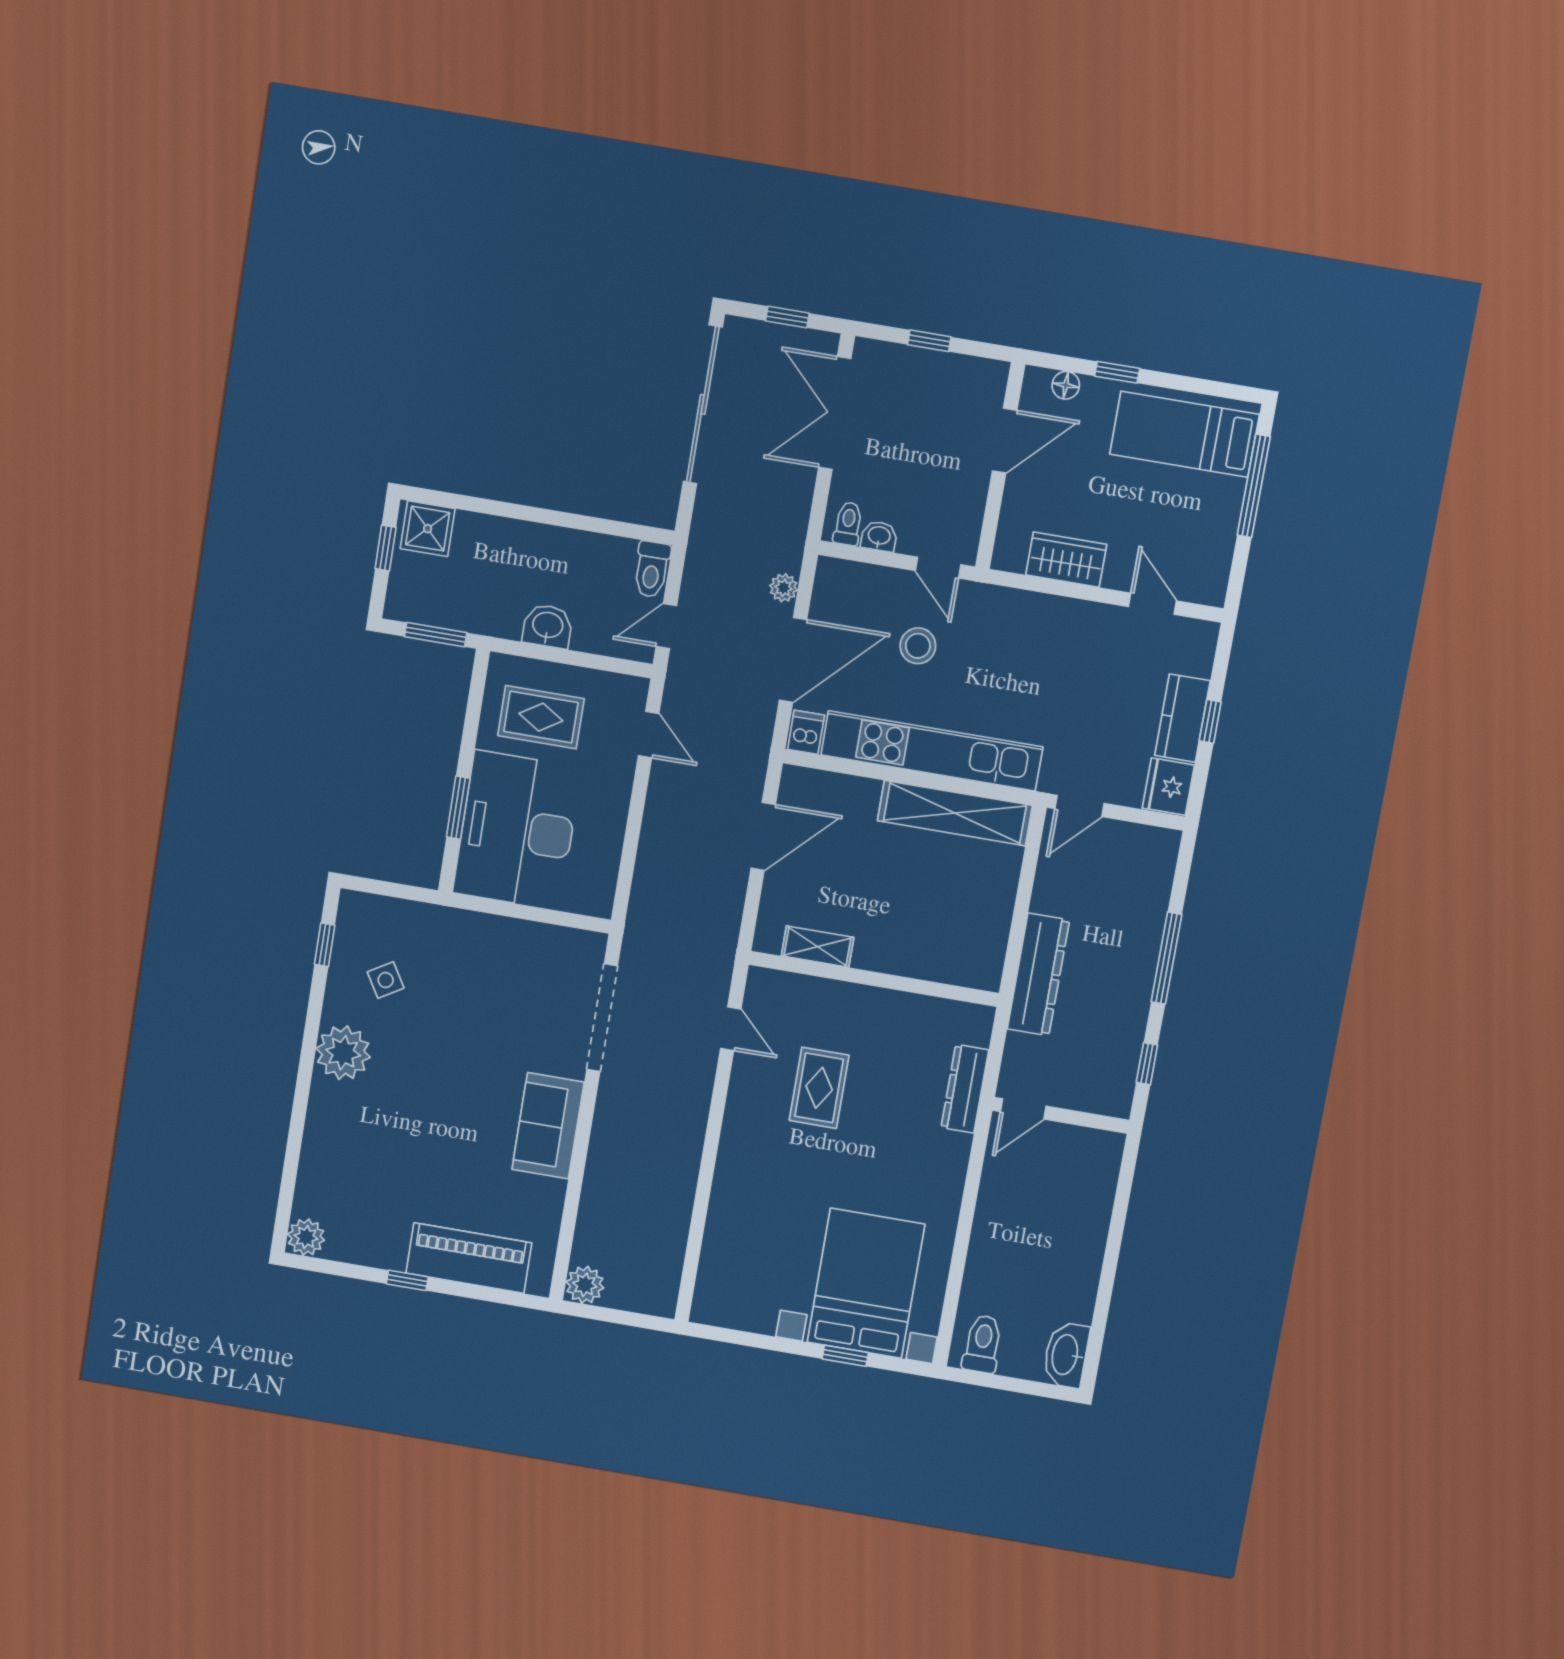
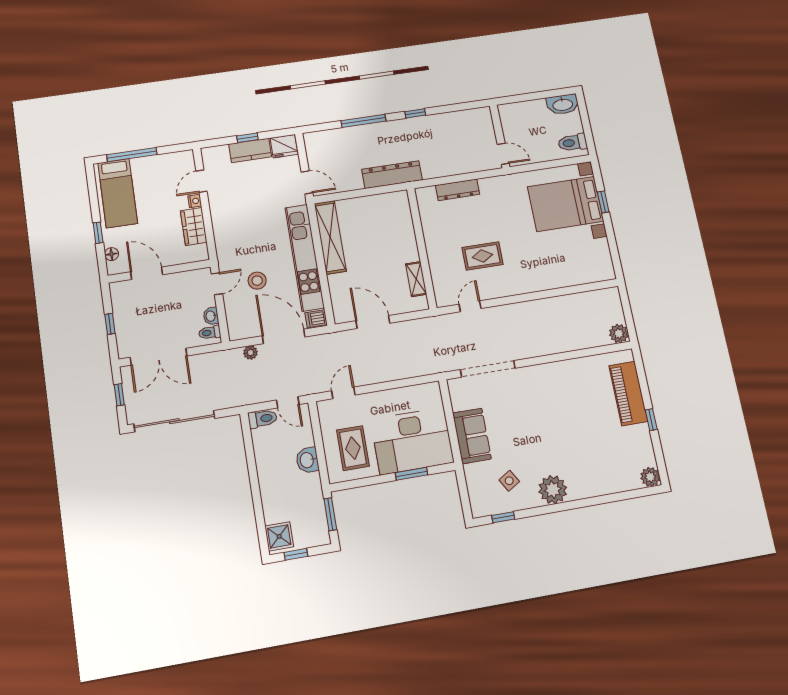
nightstand: (1117, 578) -> (195, 201), added
door: (1023, 1109) -> (503, 154), moved
wall: (1061, 1115) -> (500, 136), moved
sofa: (548, 1126) -> (472, 436), moved, turned -90

